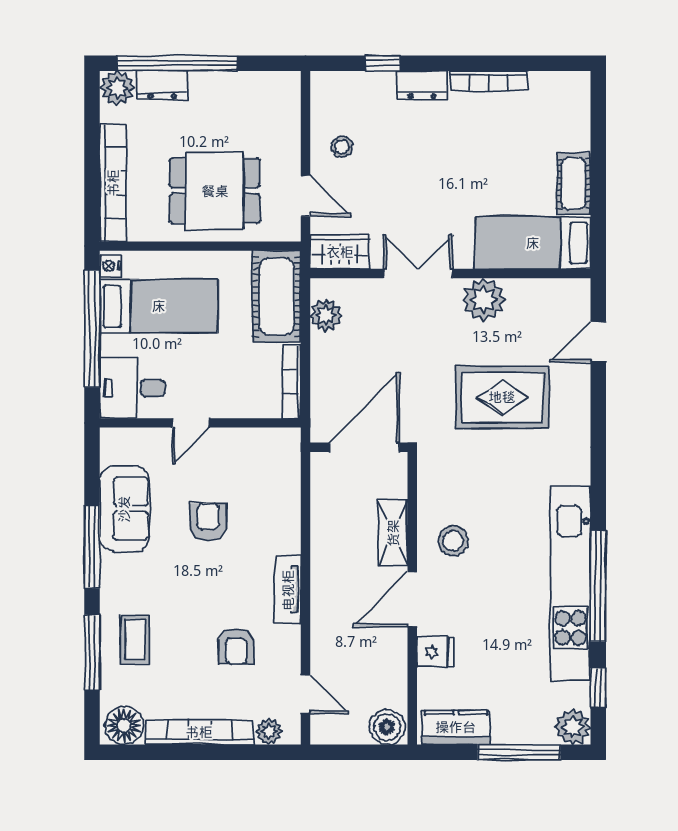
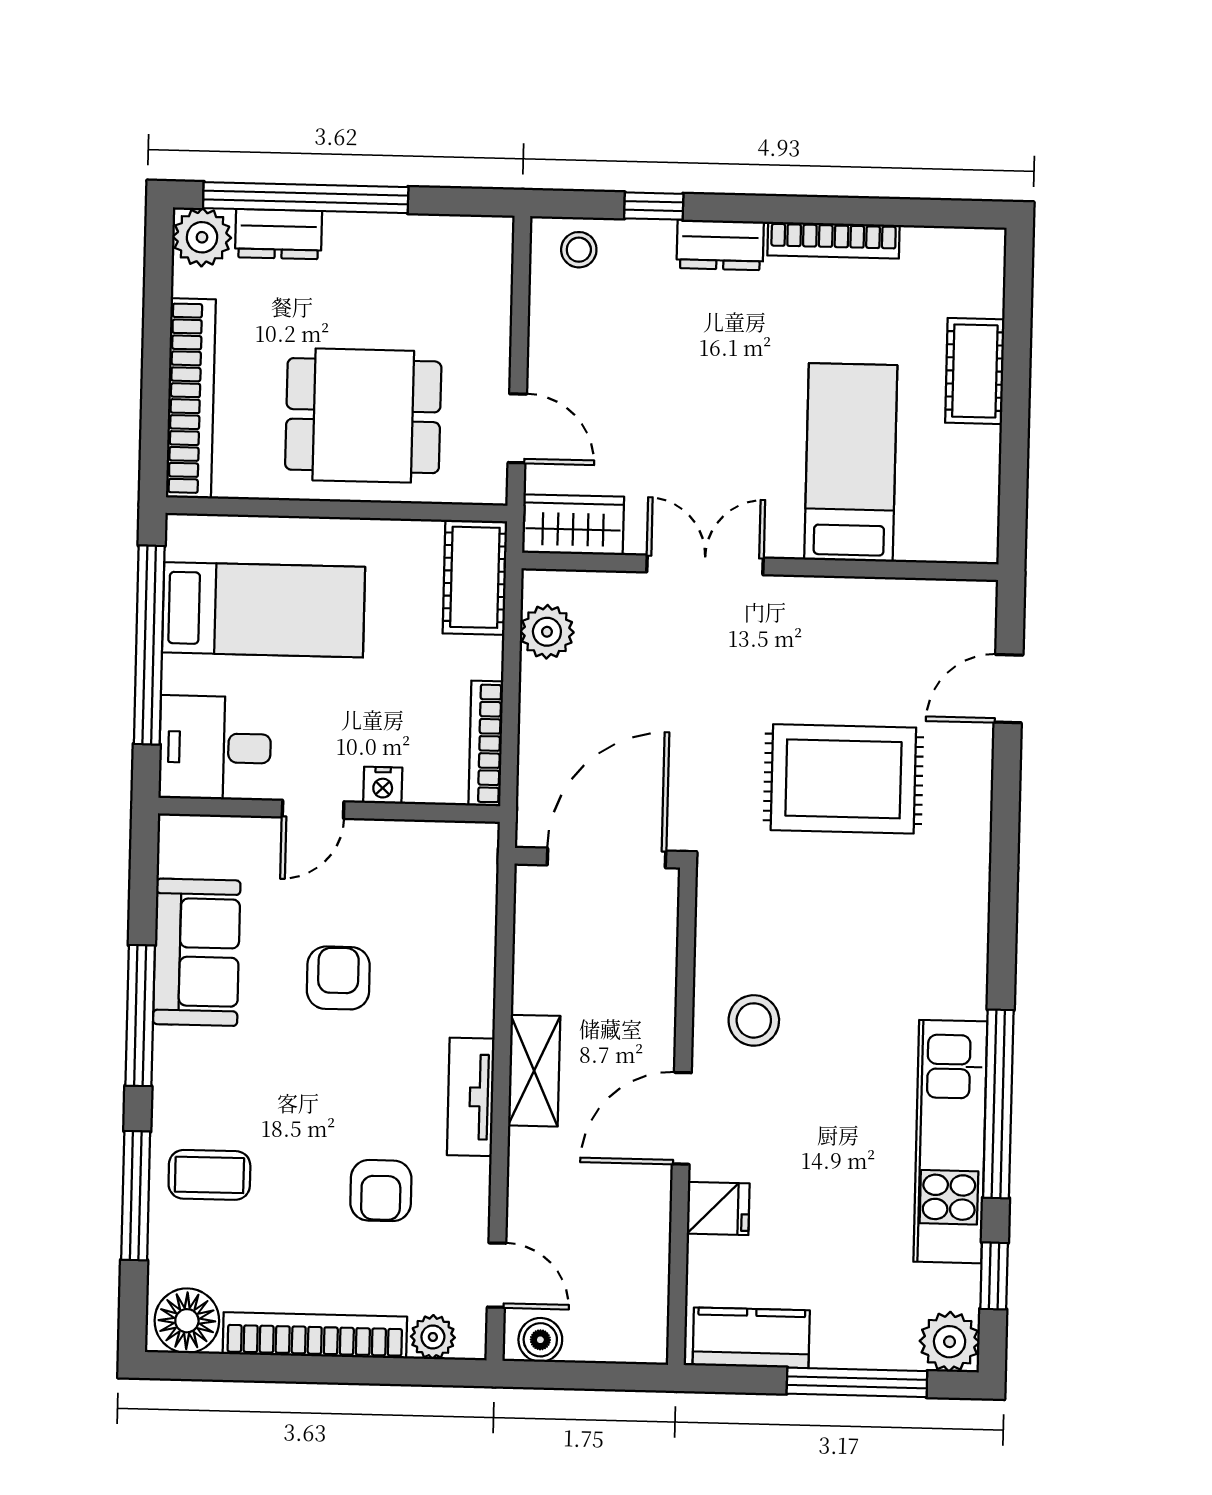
stool: (342, 147) -> (579, 250), moved
cot: (574, 184) -> (975, 371), moved
bed: (533, 243) -> (851, 462), moved, turned 90
nightstand: (110, 266) -> (383, 785), moved, turned -90
cot: (277, 296) -> (475, 577), width x0.73, depth x0.75
plant: (484, 300) -> (816, 612), removed
shelving: (393, 533) -> (534, 1071), moved
kitchen unit: (570, 583) -> (950, 1142), width x0.73
coffee table: (135, 639) -> (209, 1175), turned 90
boiler: (387, 727) -> (540, 1340), moved, width x0.73, depth x0.73

